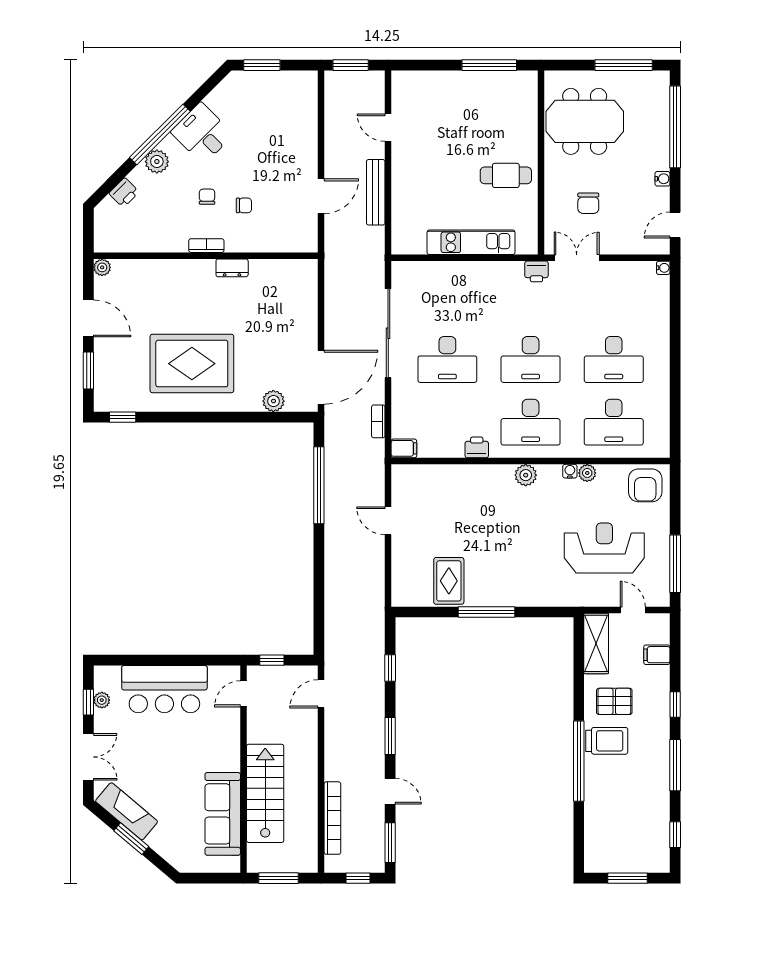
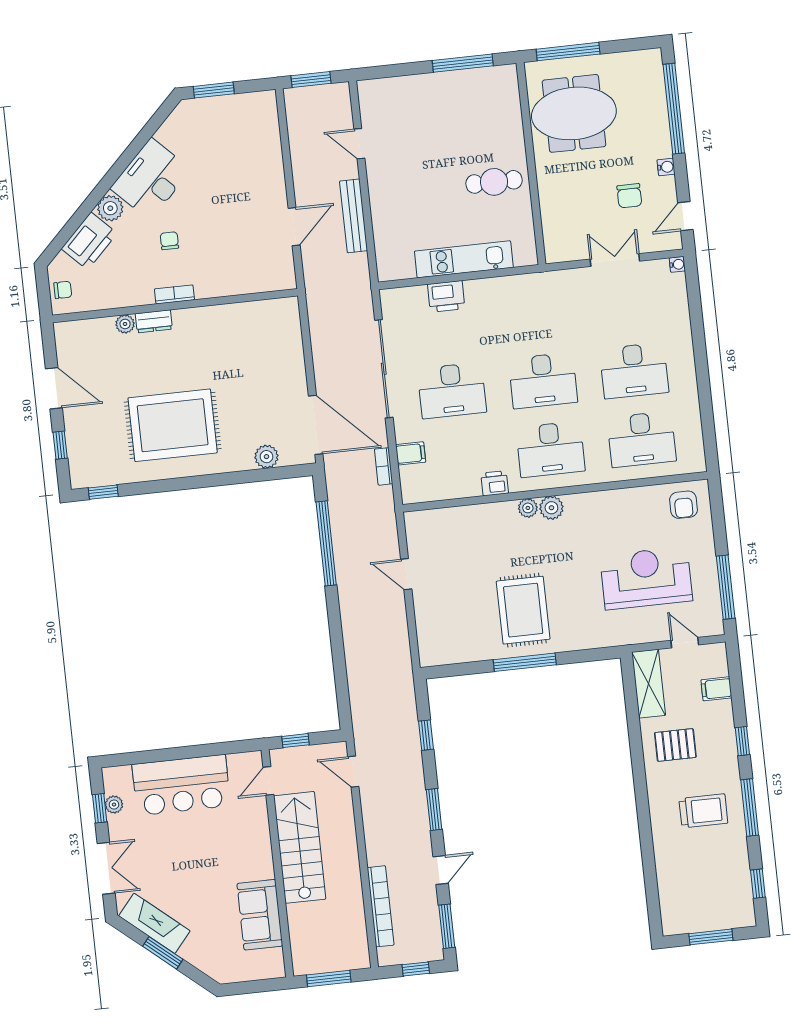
window: (624, 65) -> (568, 52), moved
desk: (202, 133) -> (151, 179), width x1.37
window: (160, 134) -> (110, 178), removed
printer: (124, 193) -> (89, 241), width x1.87, depth x1.48
chair: (588, 203) -> (629, 196), moved
chair: (244, 205) -> (63, 290), moved
double door: (577, 258) -> (615, 260), moved
plant: (102, 267) -> (125, 324), moved
dresser: (232, 268) -> (154, 321), moved
printer: (536, 271) -> (446, 296), moved, width x1.36, depth x1.24
window: (88, 370) -> (60, 445), width x0.67
door: (321, 377) -> (316, 425), hinge flipped
filing cabinet: (404, 448) -> (411, 453), moved
water cooler: (570, 471) -> (599, 498), removed
plant: (587, 473) -> (528, 508), moved
armchair: (645, 485) -> (684, 505), width x0.72, depth x0.72
rug: (449, 581) -> (523, 610), moved, width x1.36, depth x1.43
door: (321, 694) -> (353, 772), hinge flipped
trolley: (607, 741) -> (703, 811), moved
window: (579, 761) -> (644, 815), removed
door: (390, 791) -> (441, 870), hinge flipped
stairs: (265, 793) -> (300, 847), moved
sofa: (223, 814) -> (260, 915), width x0.73

